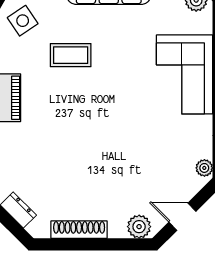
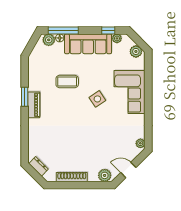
side table: (23, 21) -> (97, 99), moved

